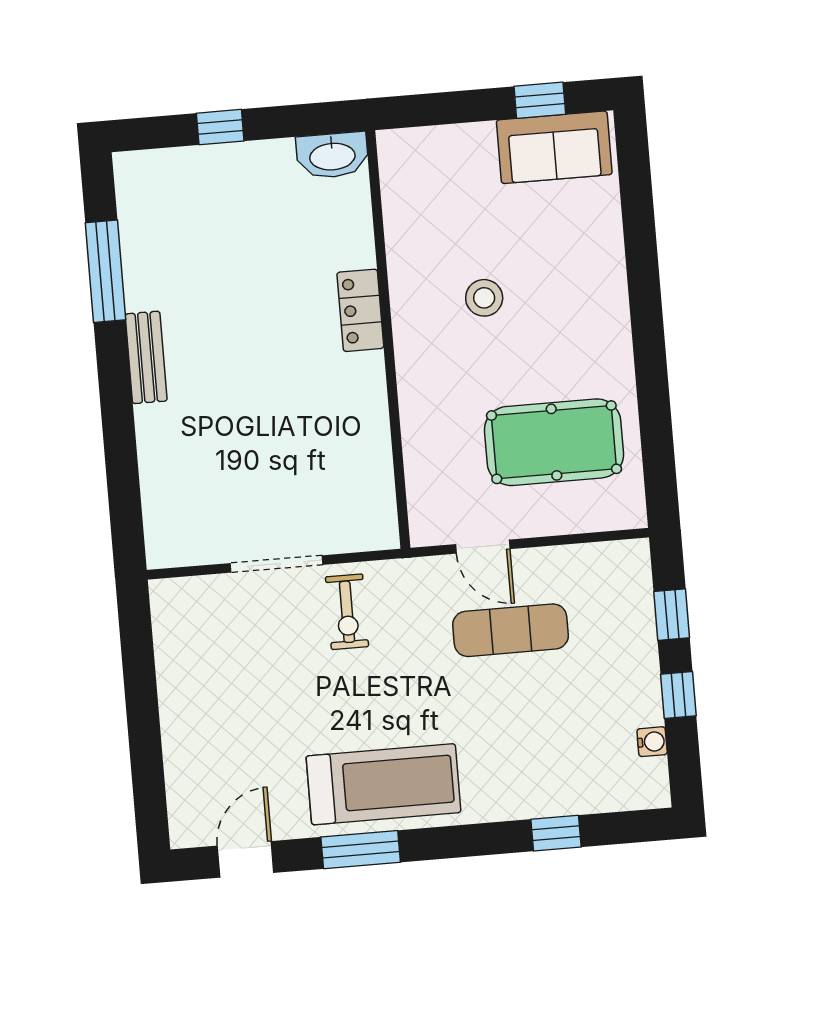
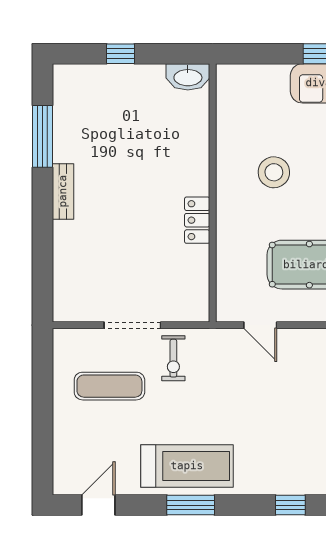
stool: (484, 298) -> (274, 172), width x1.38, depth x1.38
locker: (360, 310) -> (197, 220), moved
exercise mat: (510, 630) -> (109, 386), moved
window: (361, 850) -> (191, 505), moved

